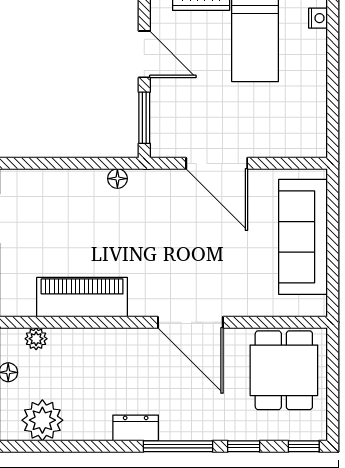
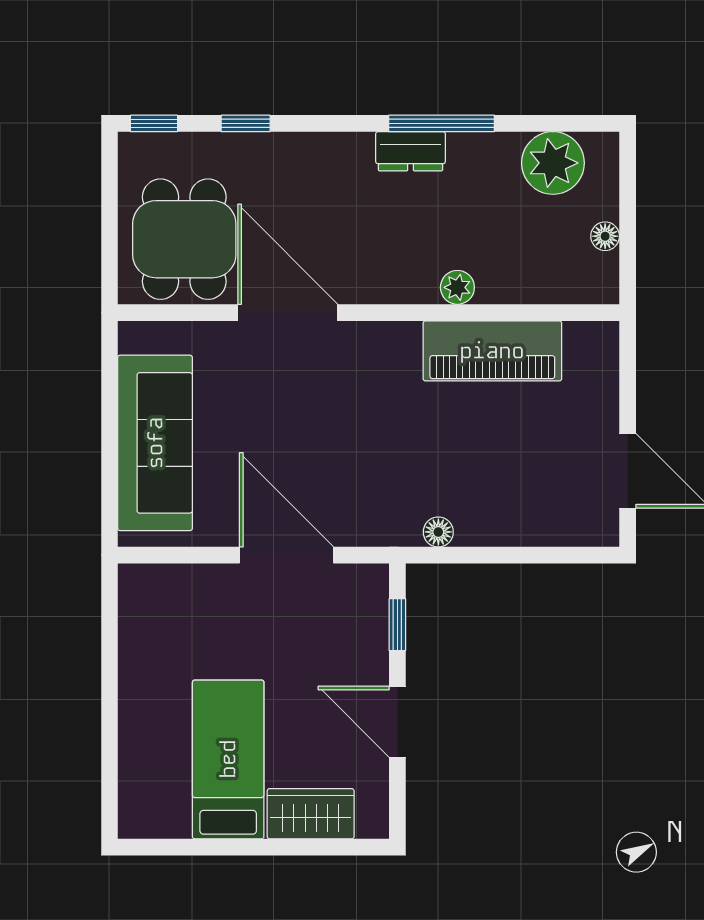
nightstand: (318, 18) -> (132, 777), removed
window: (144, 118) -> (397, 625), width x0.67
door: (190, 322) -> (288, 313), moved
plant: (36, 339) -> (457, 287), moved
window: (178, 446) -> (442, 123), moved

